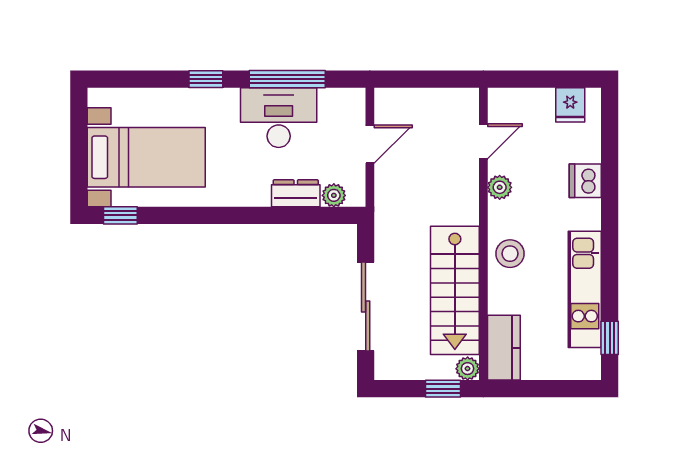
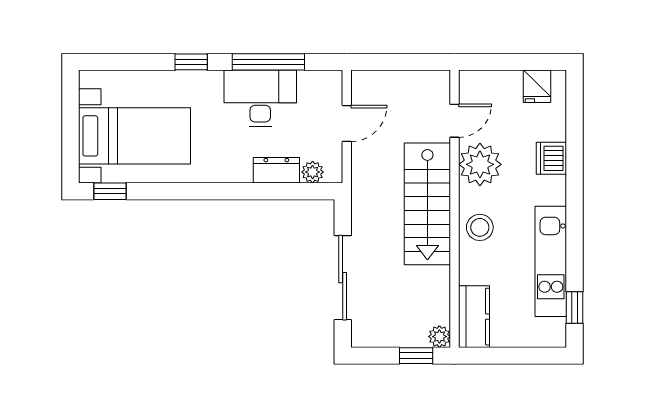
plant: (500, 187) -> (480, 164), width x1.87, depth x1.87
stairs: (455, 290) -> (427, 204), moved

